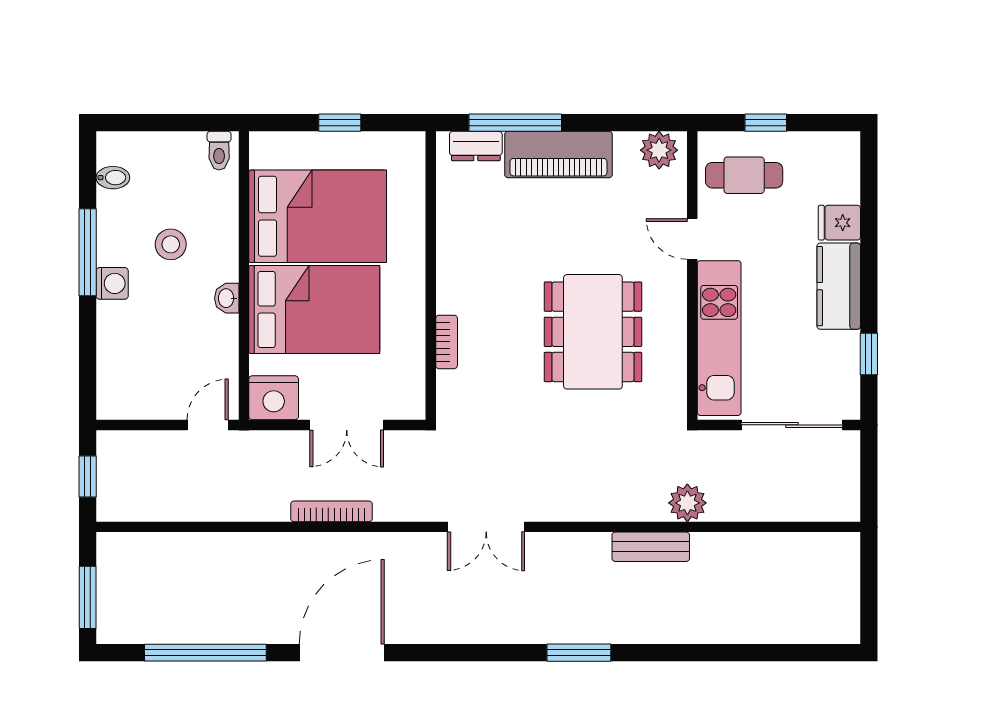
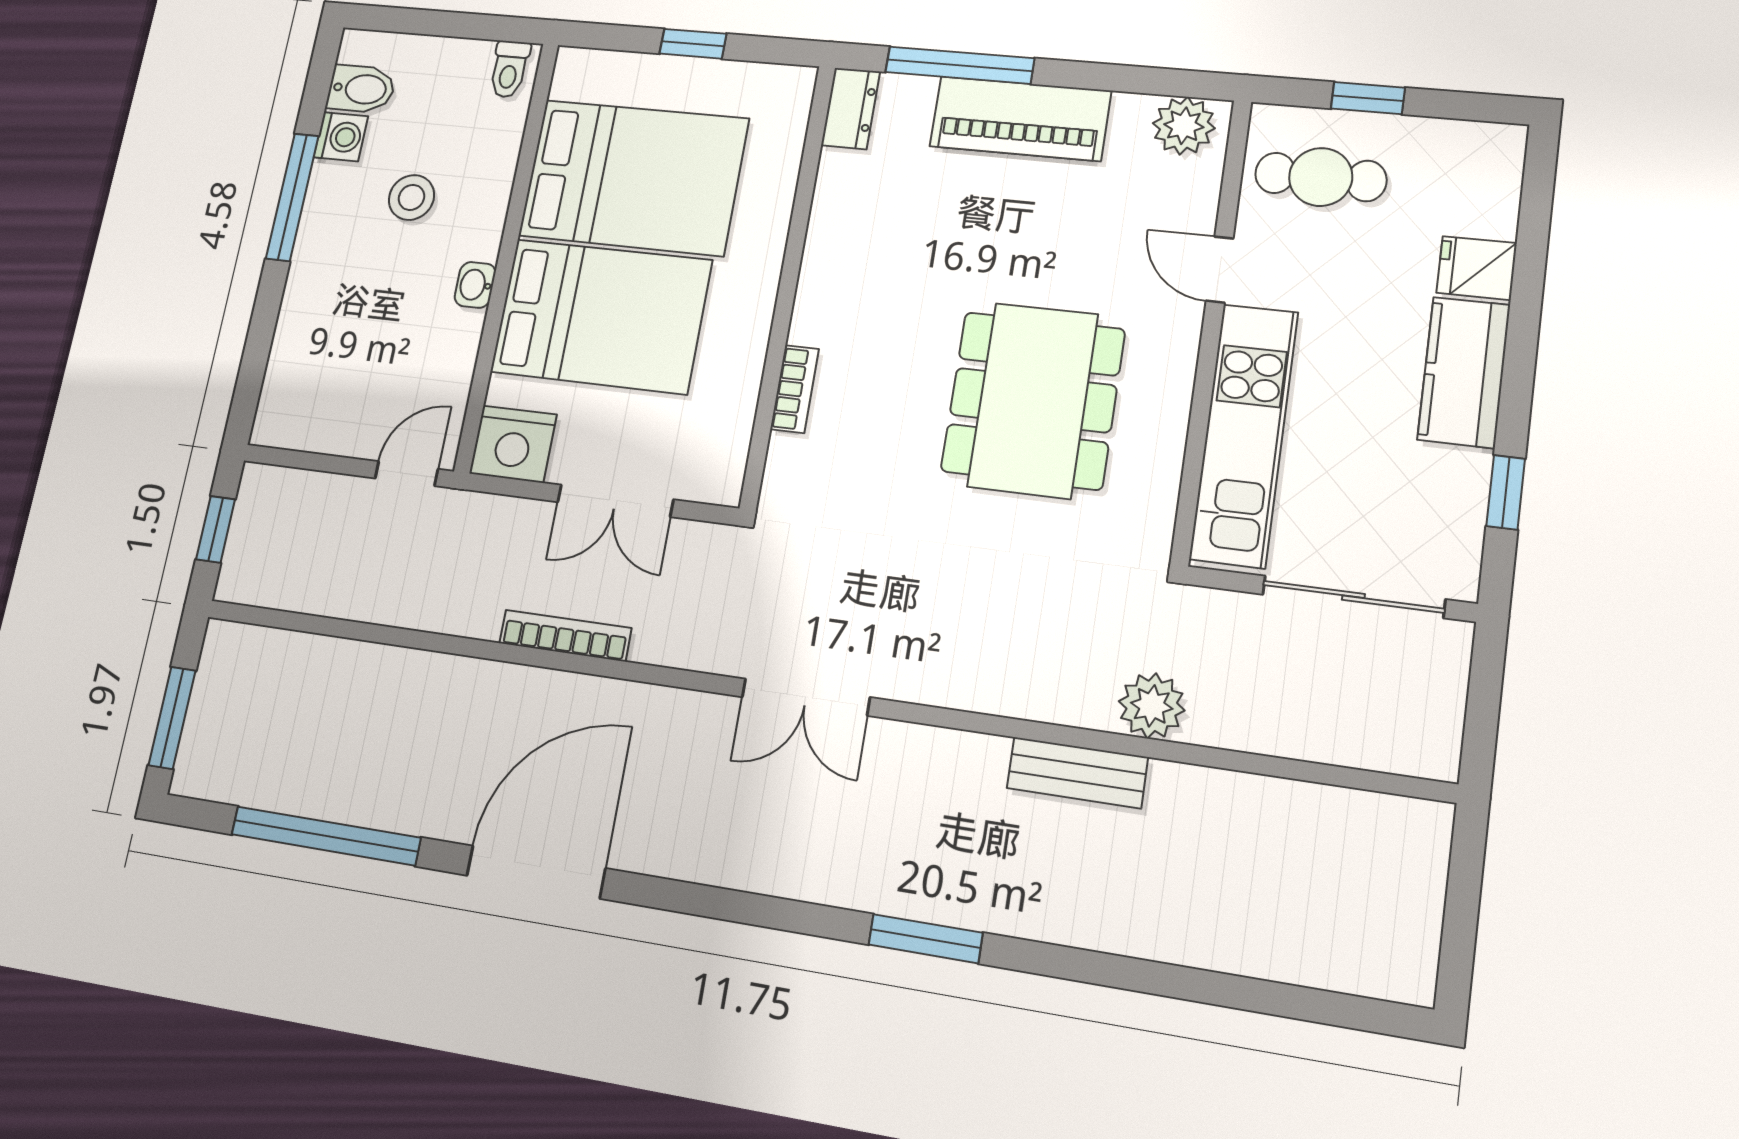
dresser: (476, 146) -> (850, 108), moved, turned -90
bidet: (113, 178) -> (361, 89), width x1.38, depth x1.36
washing machine: (112, 283) -> (341, 137), moved

